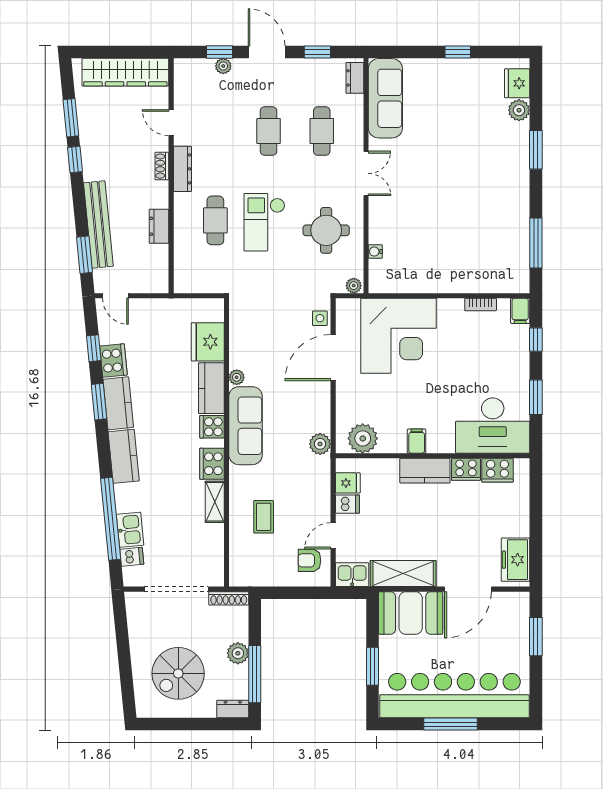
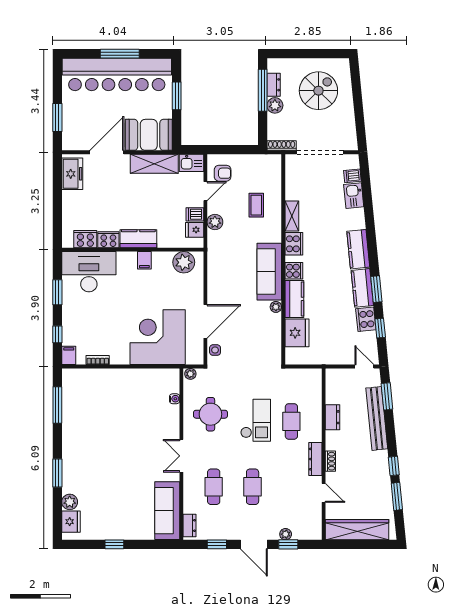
plant: (320, 444) -> (215, 222), moved
window: (111, 519) -> (368, 204), removed
dresser: (233, 709) -> (274, 85), moved, turned -90

